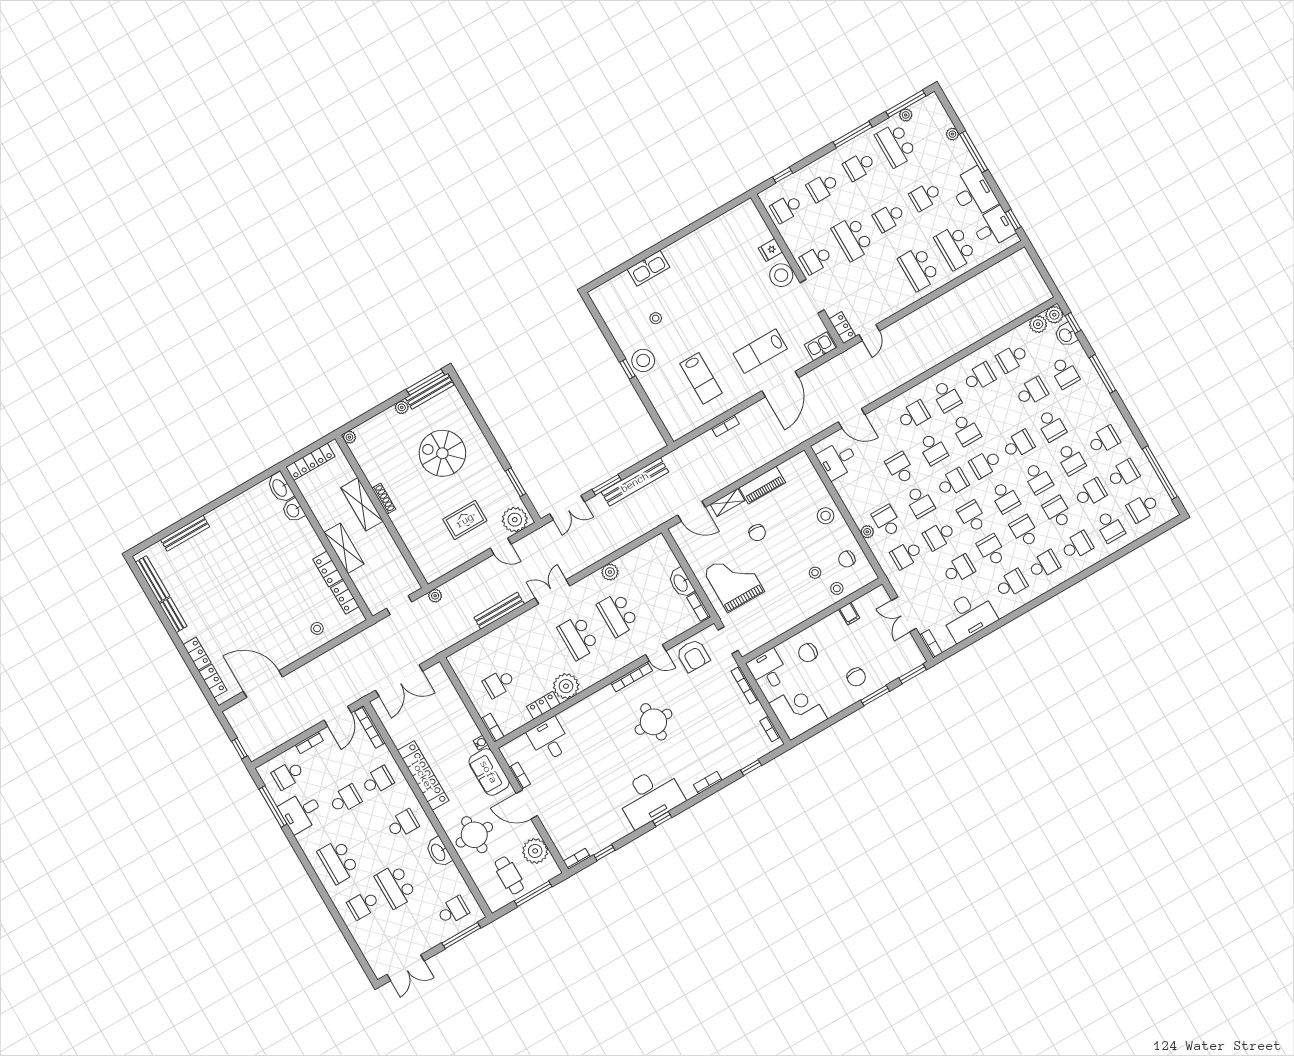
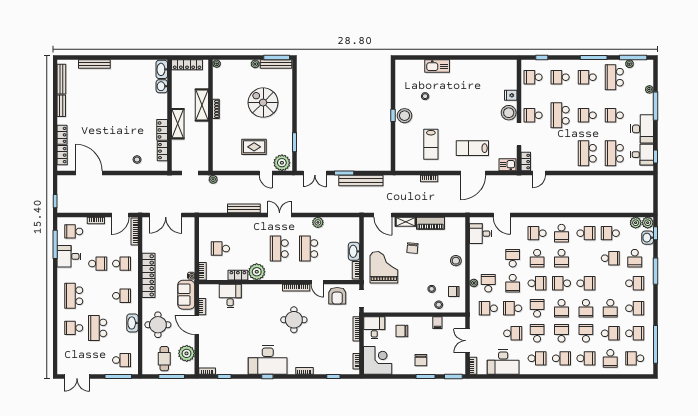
school desk: (913, 415) -> (537, 233), turned 180
school desk: (1051, 426) -> (635, 283), moved, turned -90

